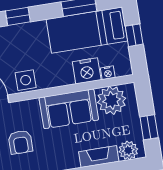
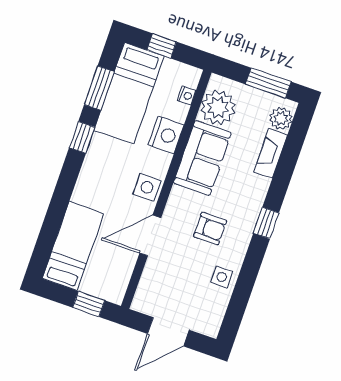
window: (18, 16) -> (82, 137), moved
nightstand: (87, 71) -> (166, 135), moved
window: (149, 127) -> (268, 83), width x1.50

